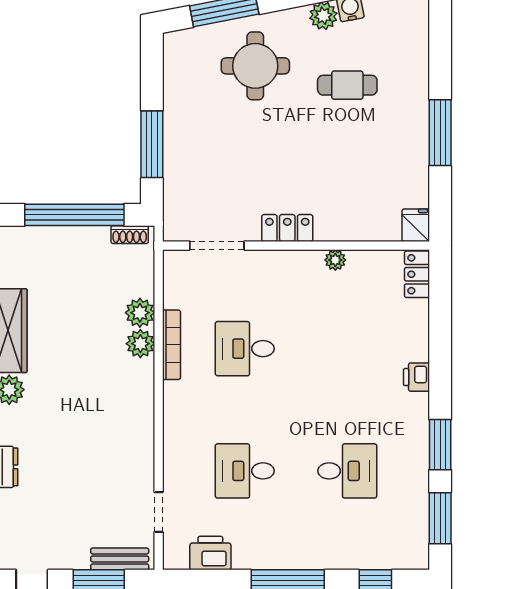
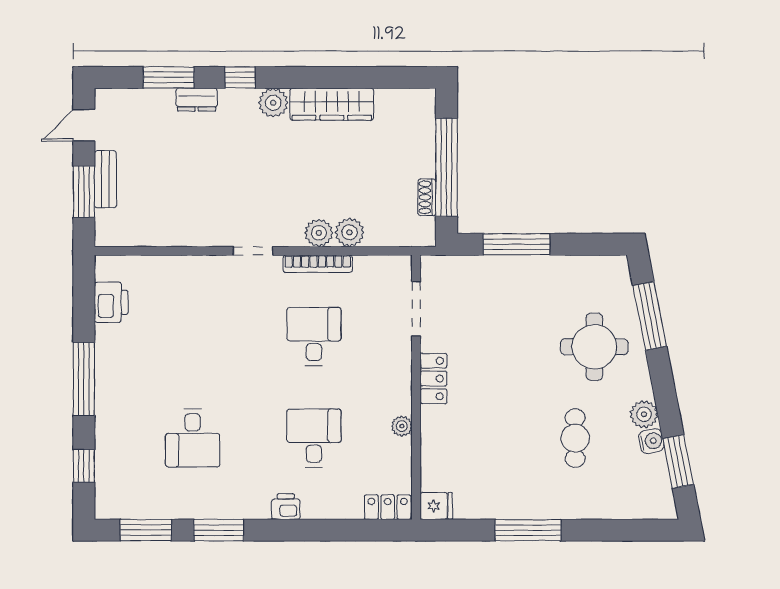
shoe rack: (130, 235) -> (427, 197), moved
desk: (245, 471) -> (314, 438), moved
doorway: (159, 512) -> (253, 251), moved
bench: (120, 559) -> (105, 179), moved

